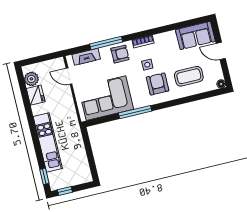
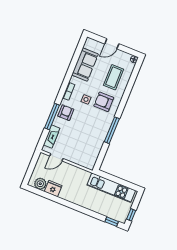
sofa: (195, 35) -> (85, 65), moved
corner sofa: (106, 98) -> (89, 143), removed
kitchen unit: (48, 143) -> (111, 188), moved, turned 180

